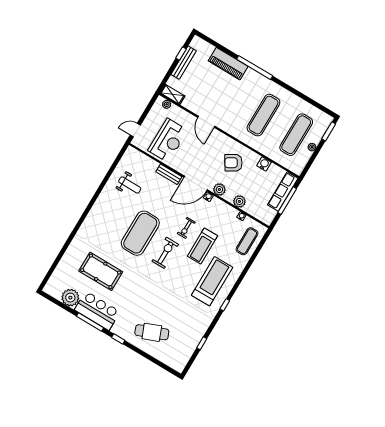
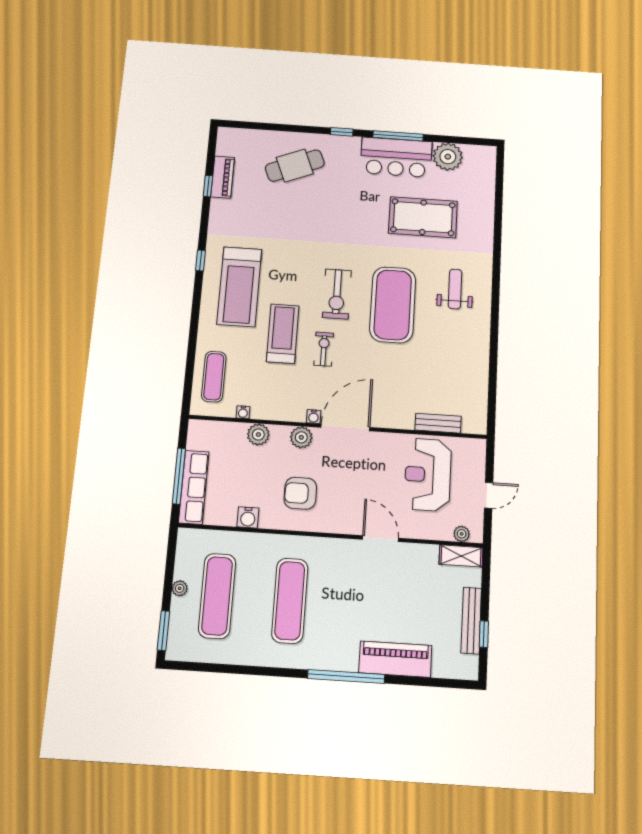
door: (135, 130) -> (489, 495), moved
armchair: (233, 163) -> (300, 493), turned -149
bench: (169, 174) -> (438, 423), moved
weight bench: (130, 185) -> (455, 289), moved, turned 90
piano: (192, 344) -> (223, 177), added

